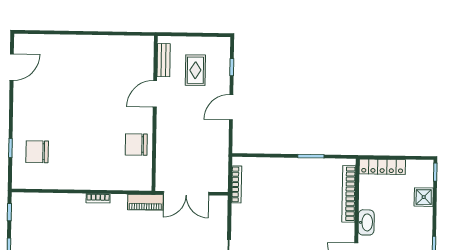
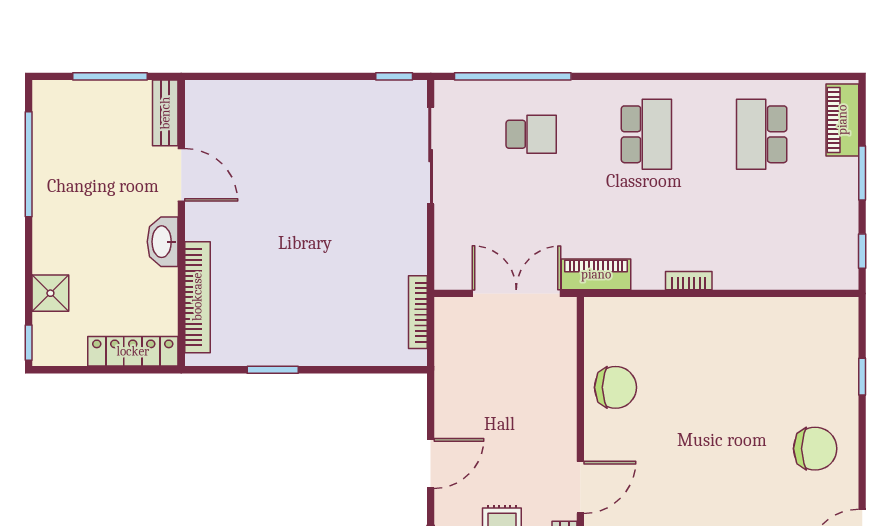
chair: (37, 152) -> (815, 449), moved

